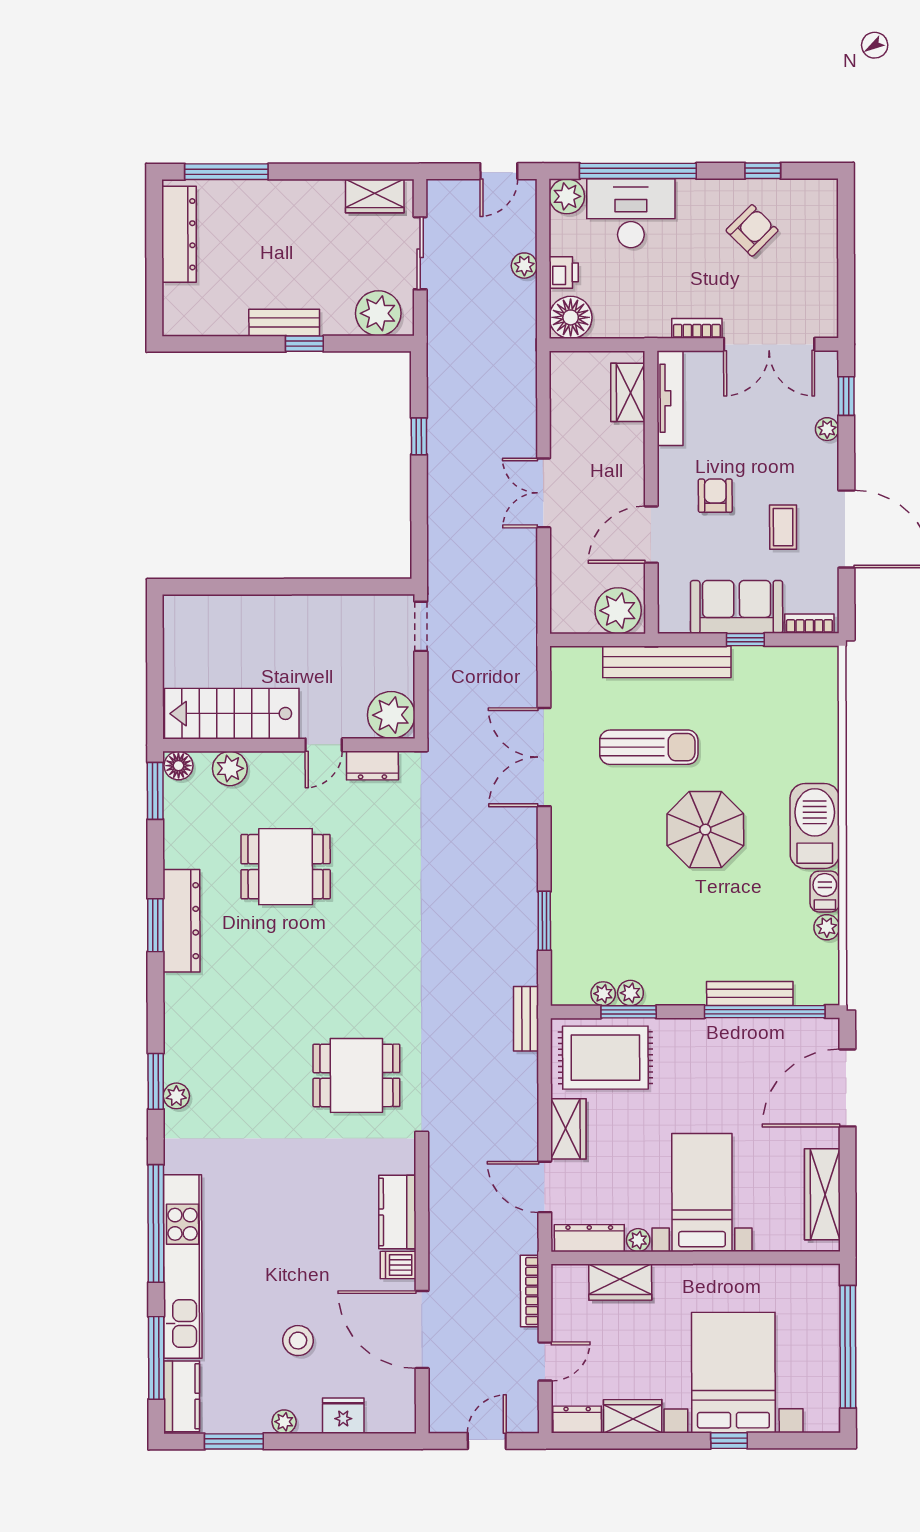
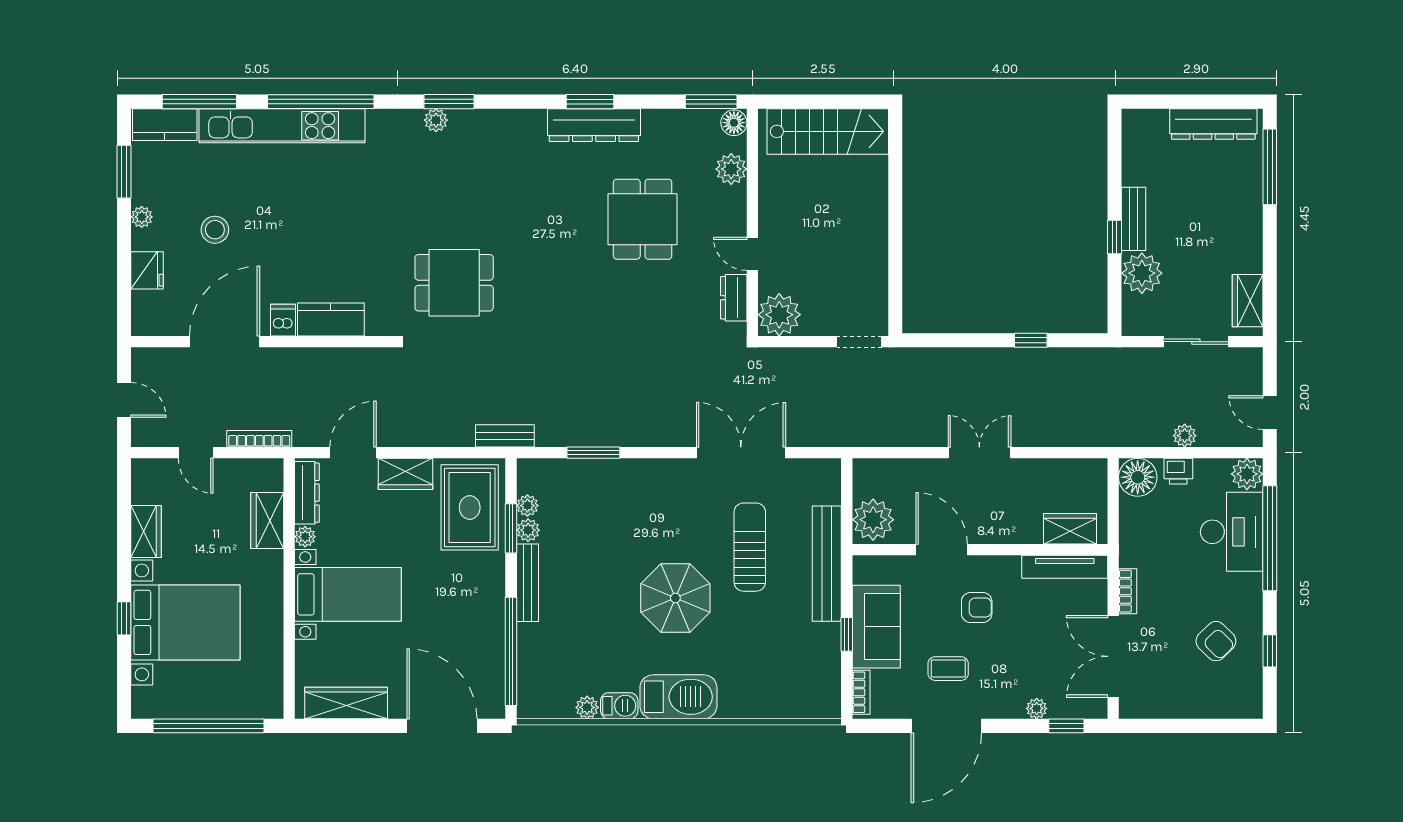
plant: (378, 313) -> (1142, 273), moved
stairs: (232, 714) -> (828, 131), moved, turned 90
sun lounger: (649, 747) -> (750, 547), turned 180
bench: (750, 993) -> (527, 583), moved
dining table: (356, 1075) -> (454, 283), turned 90
dresser: (577, 1420) -> (143, 481), removed

